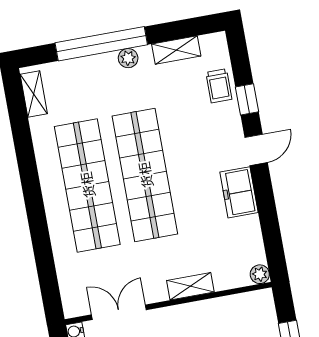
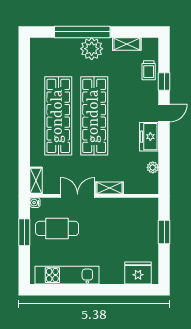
plant: (128, 58) -> (92, 49), width x1.88, depth x1.88
shelving: (34, 94) -> (36, 181), moved
plant: (260, 274) -> (153, 167), moved
double door: (119, 312) -> (78, 196), moved

